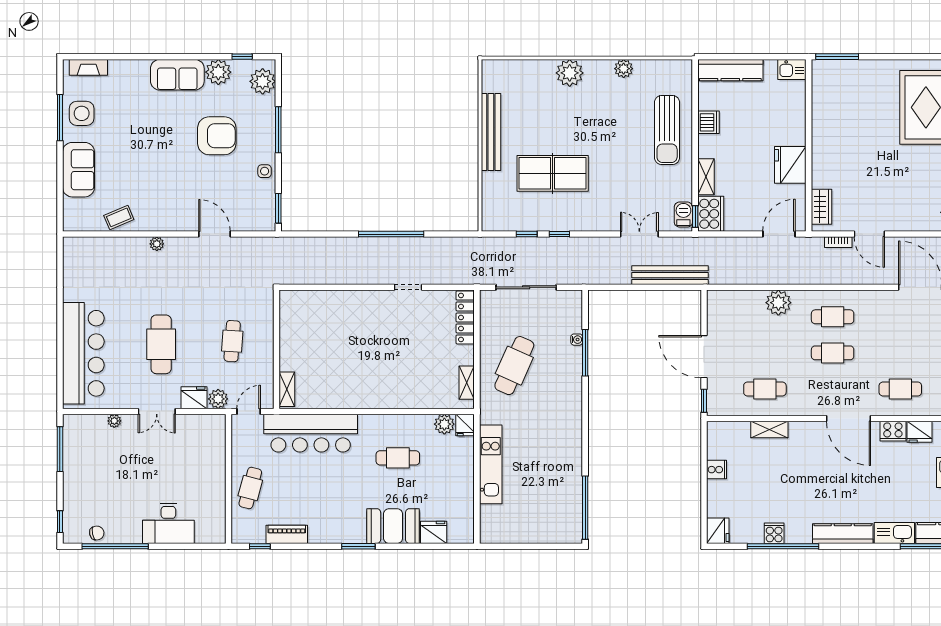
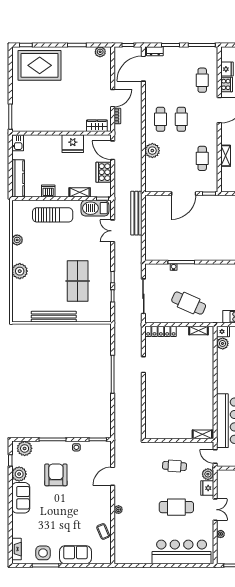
cooker: (711, 214) -> (104, 172), moved, turned -90
barbecue: (683, 215) -> (95, 208), width x1.88, depth x1.53

